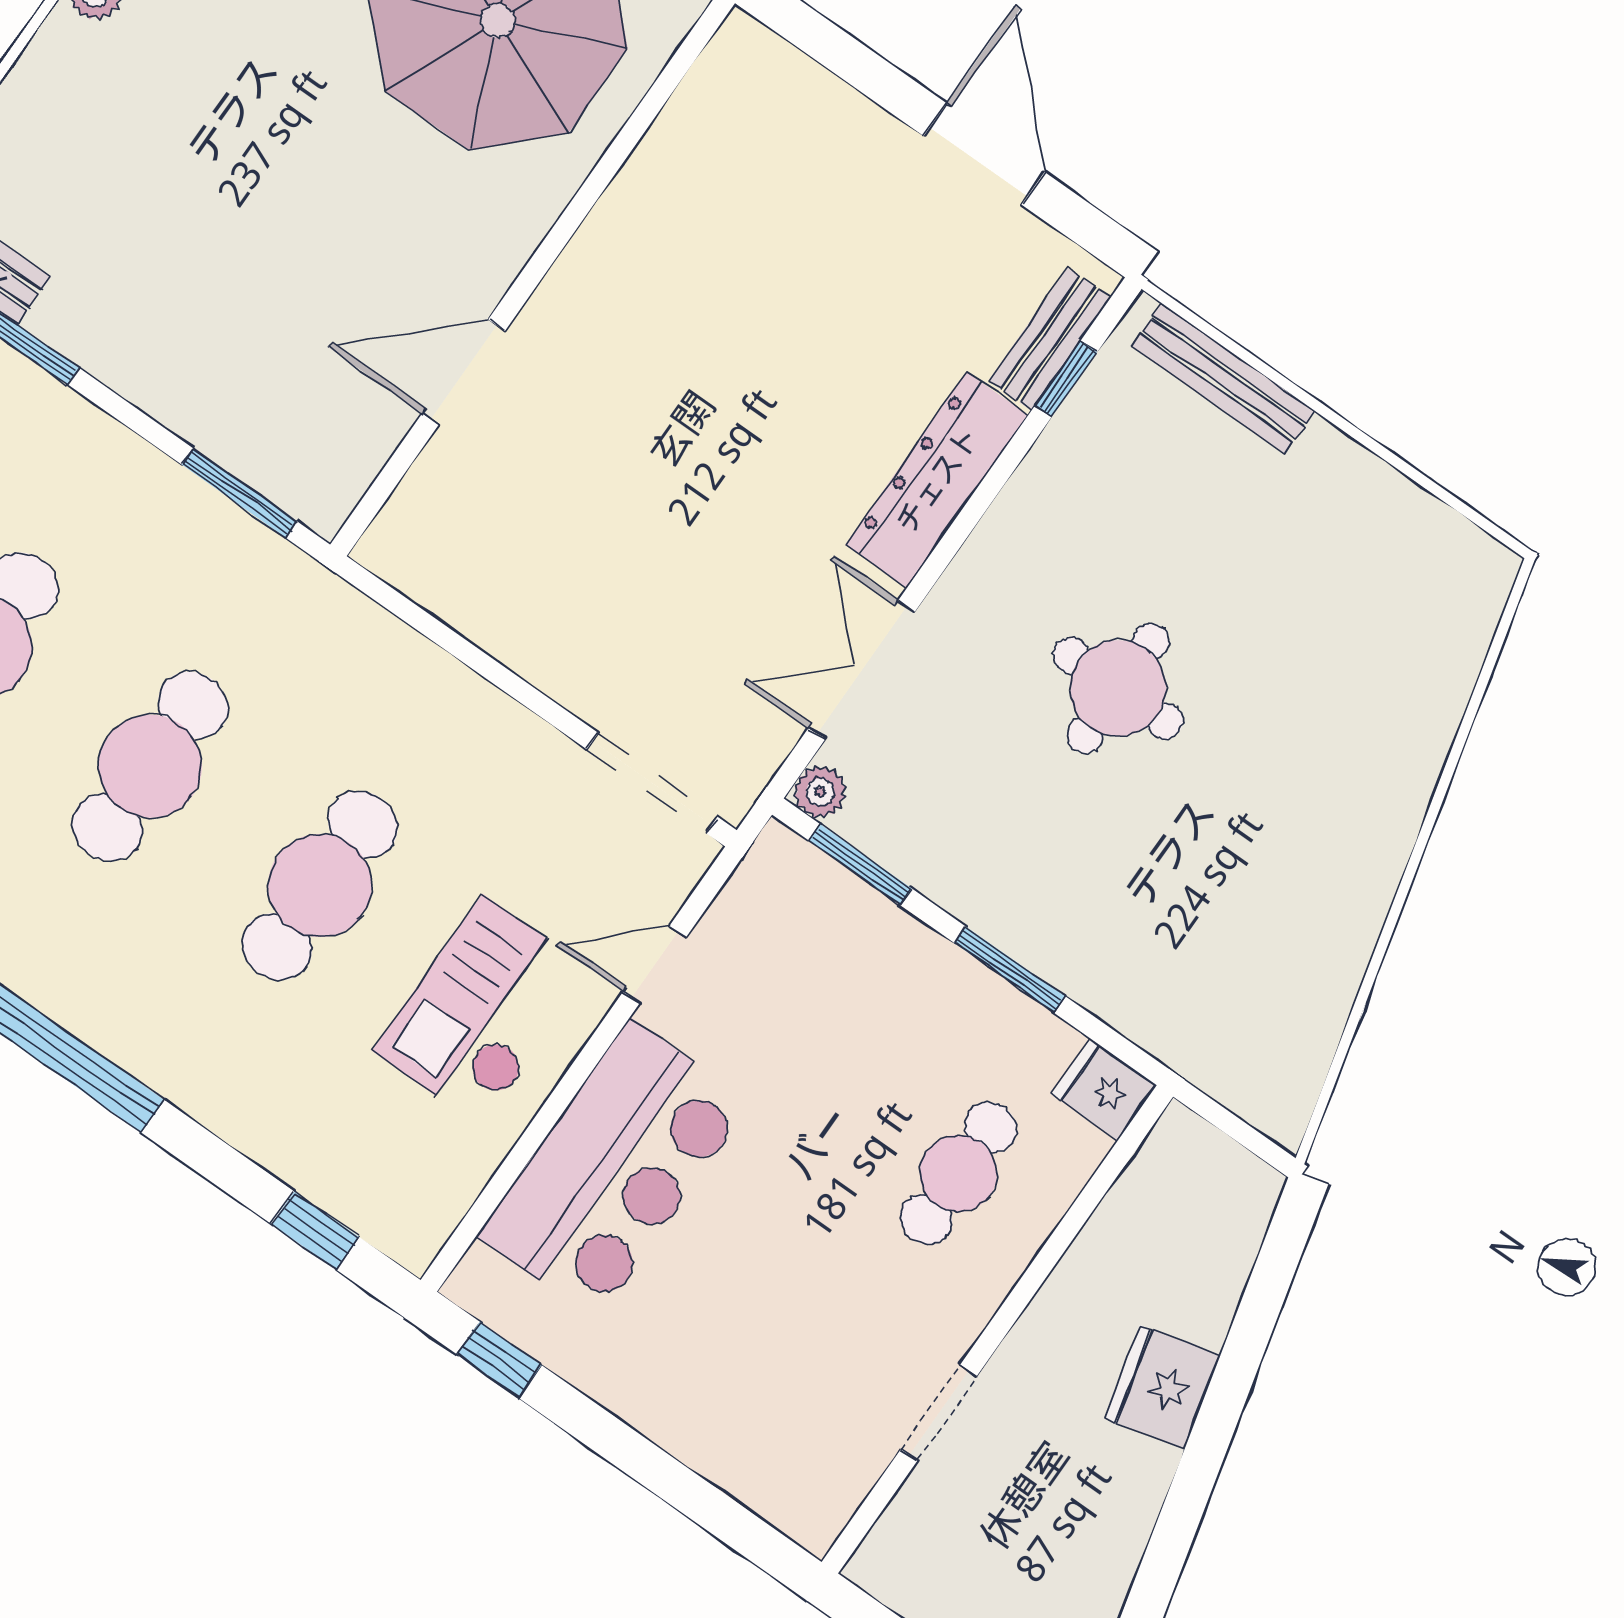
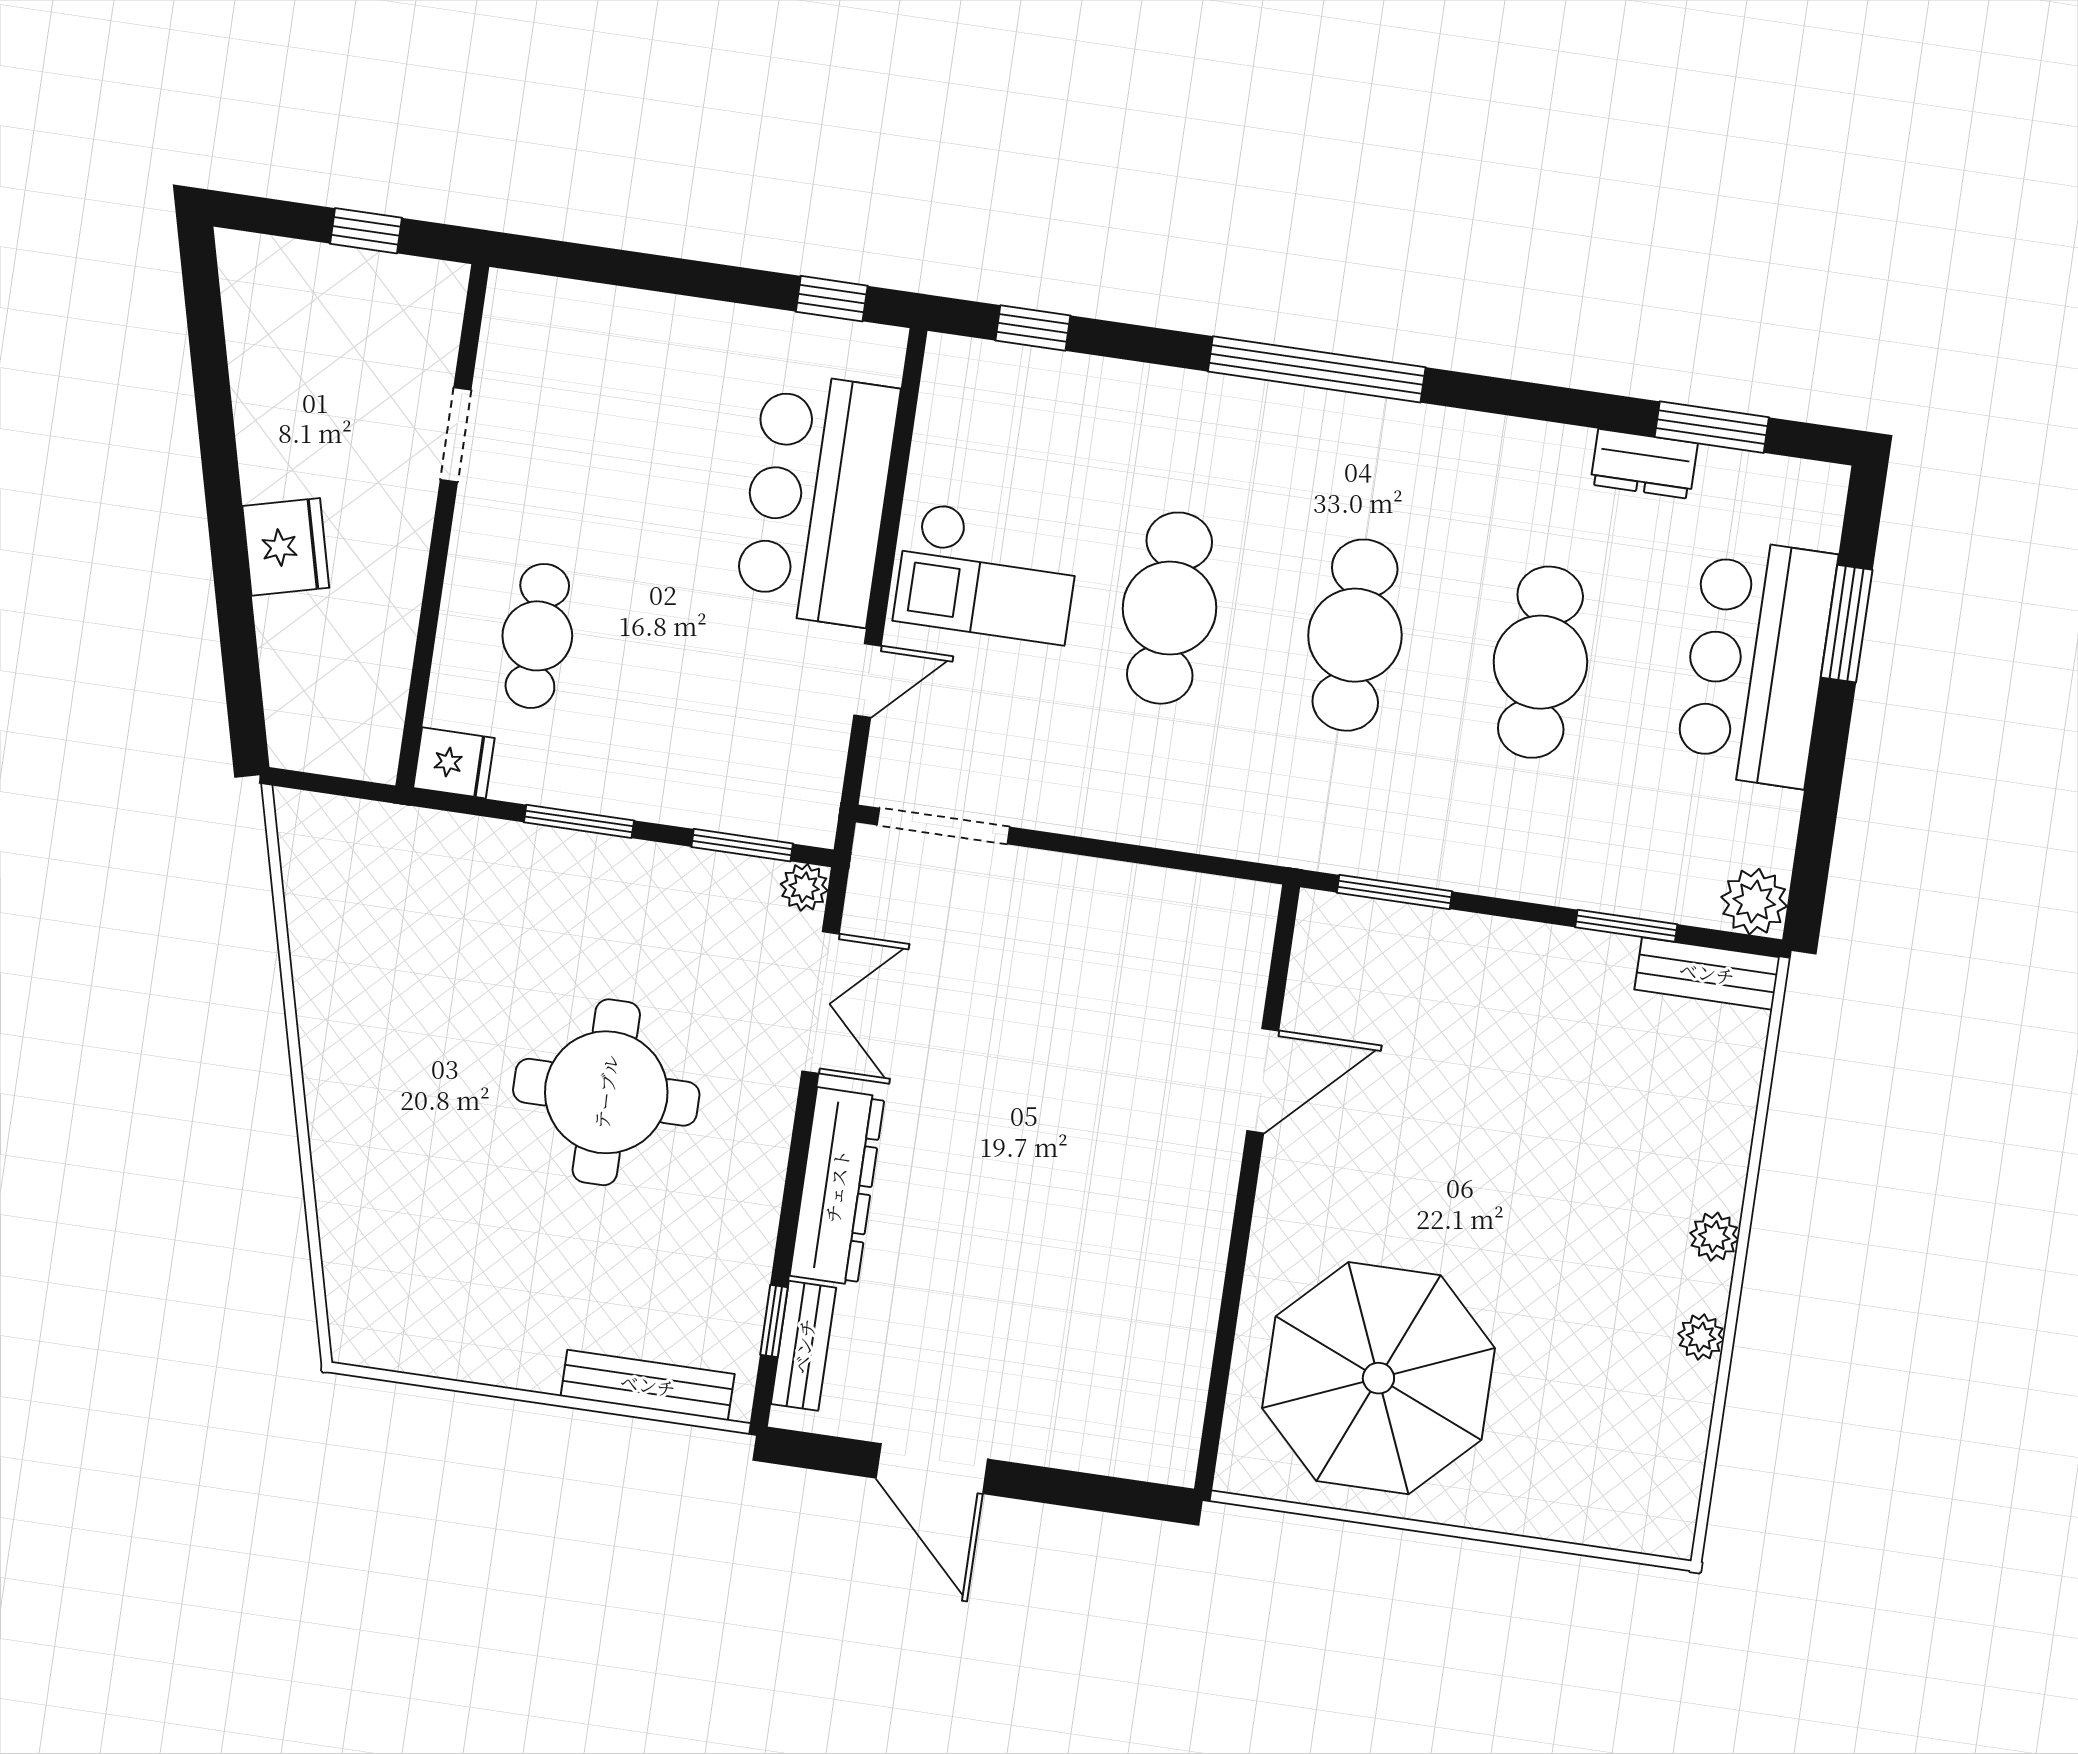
round table: (1118, 688) -> (606, 1092), width x1.36, depth x1.36
checkout: (482, 1011) -> (987, 573), turned 90

